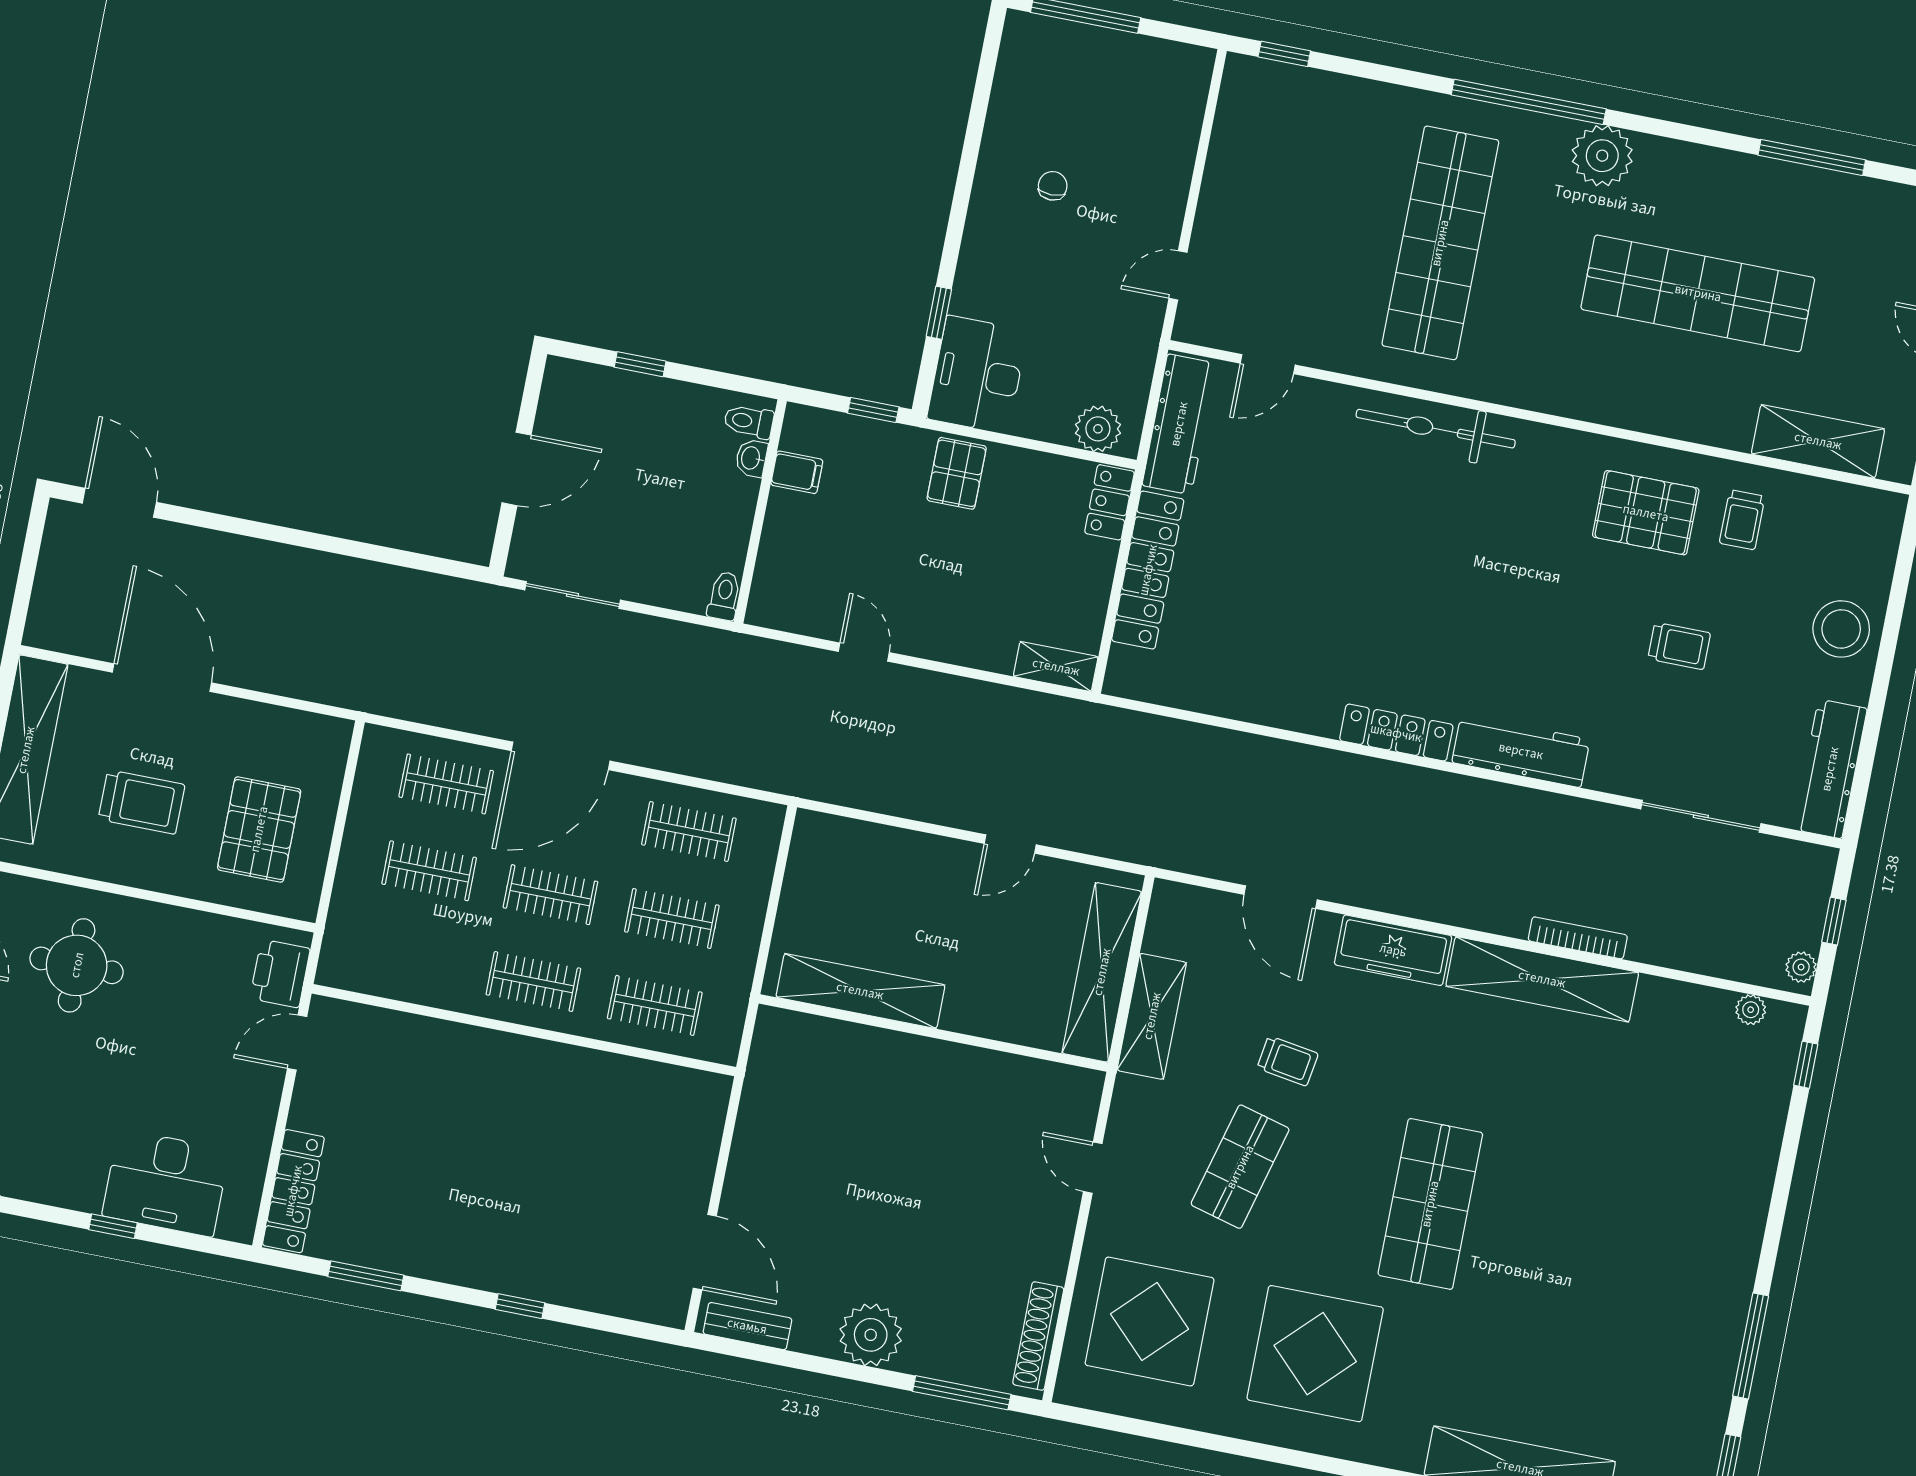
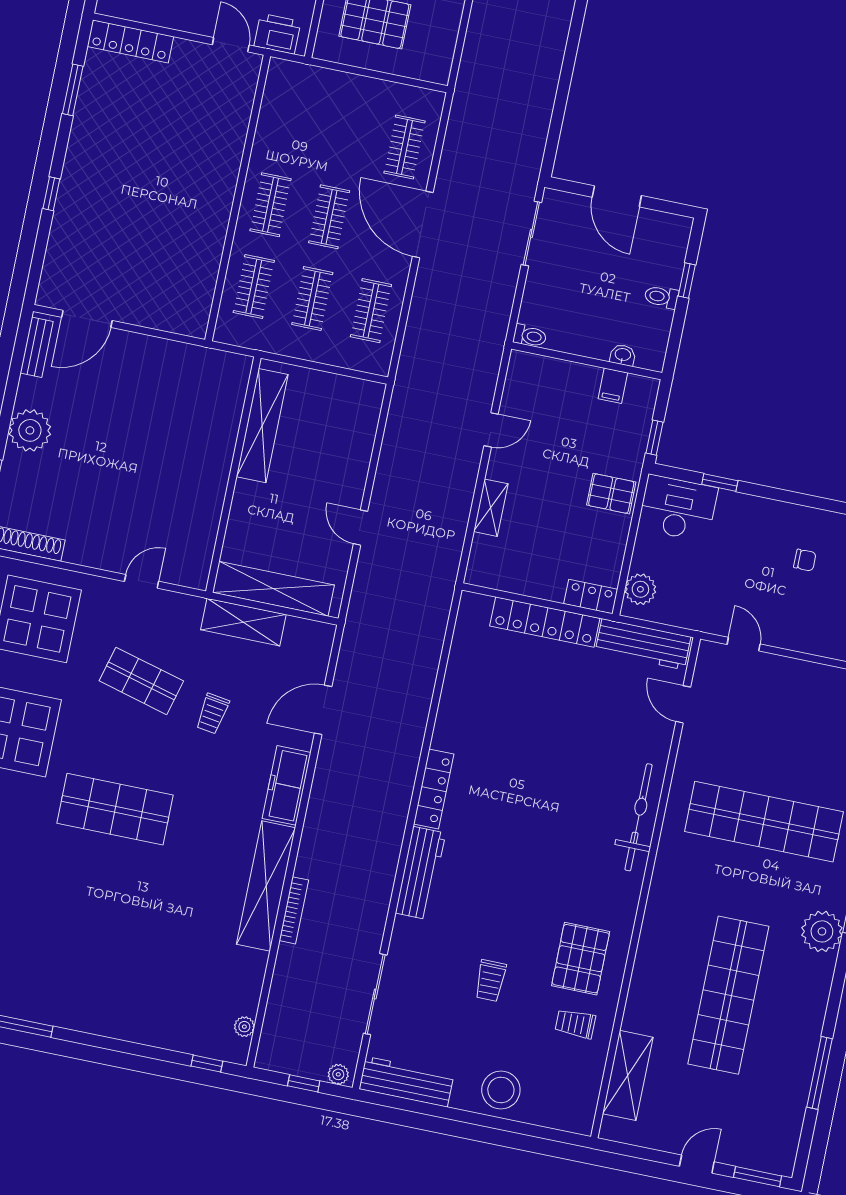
toilet: (749, 421) -> (661, 297), moved, turned -90
shelving: (1056, 667) -> (491, 508), moved
clothes rail: (429, 871) -> (346, 135), removed
plant: (1801, 967) -> (338, 1074), moved

